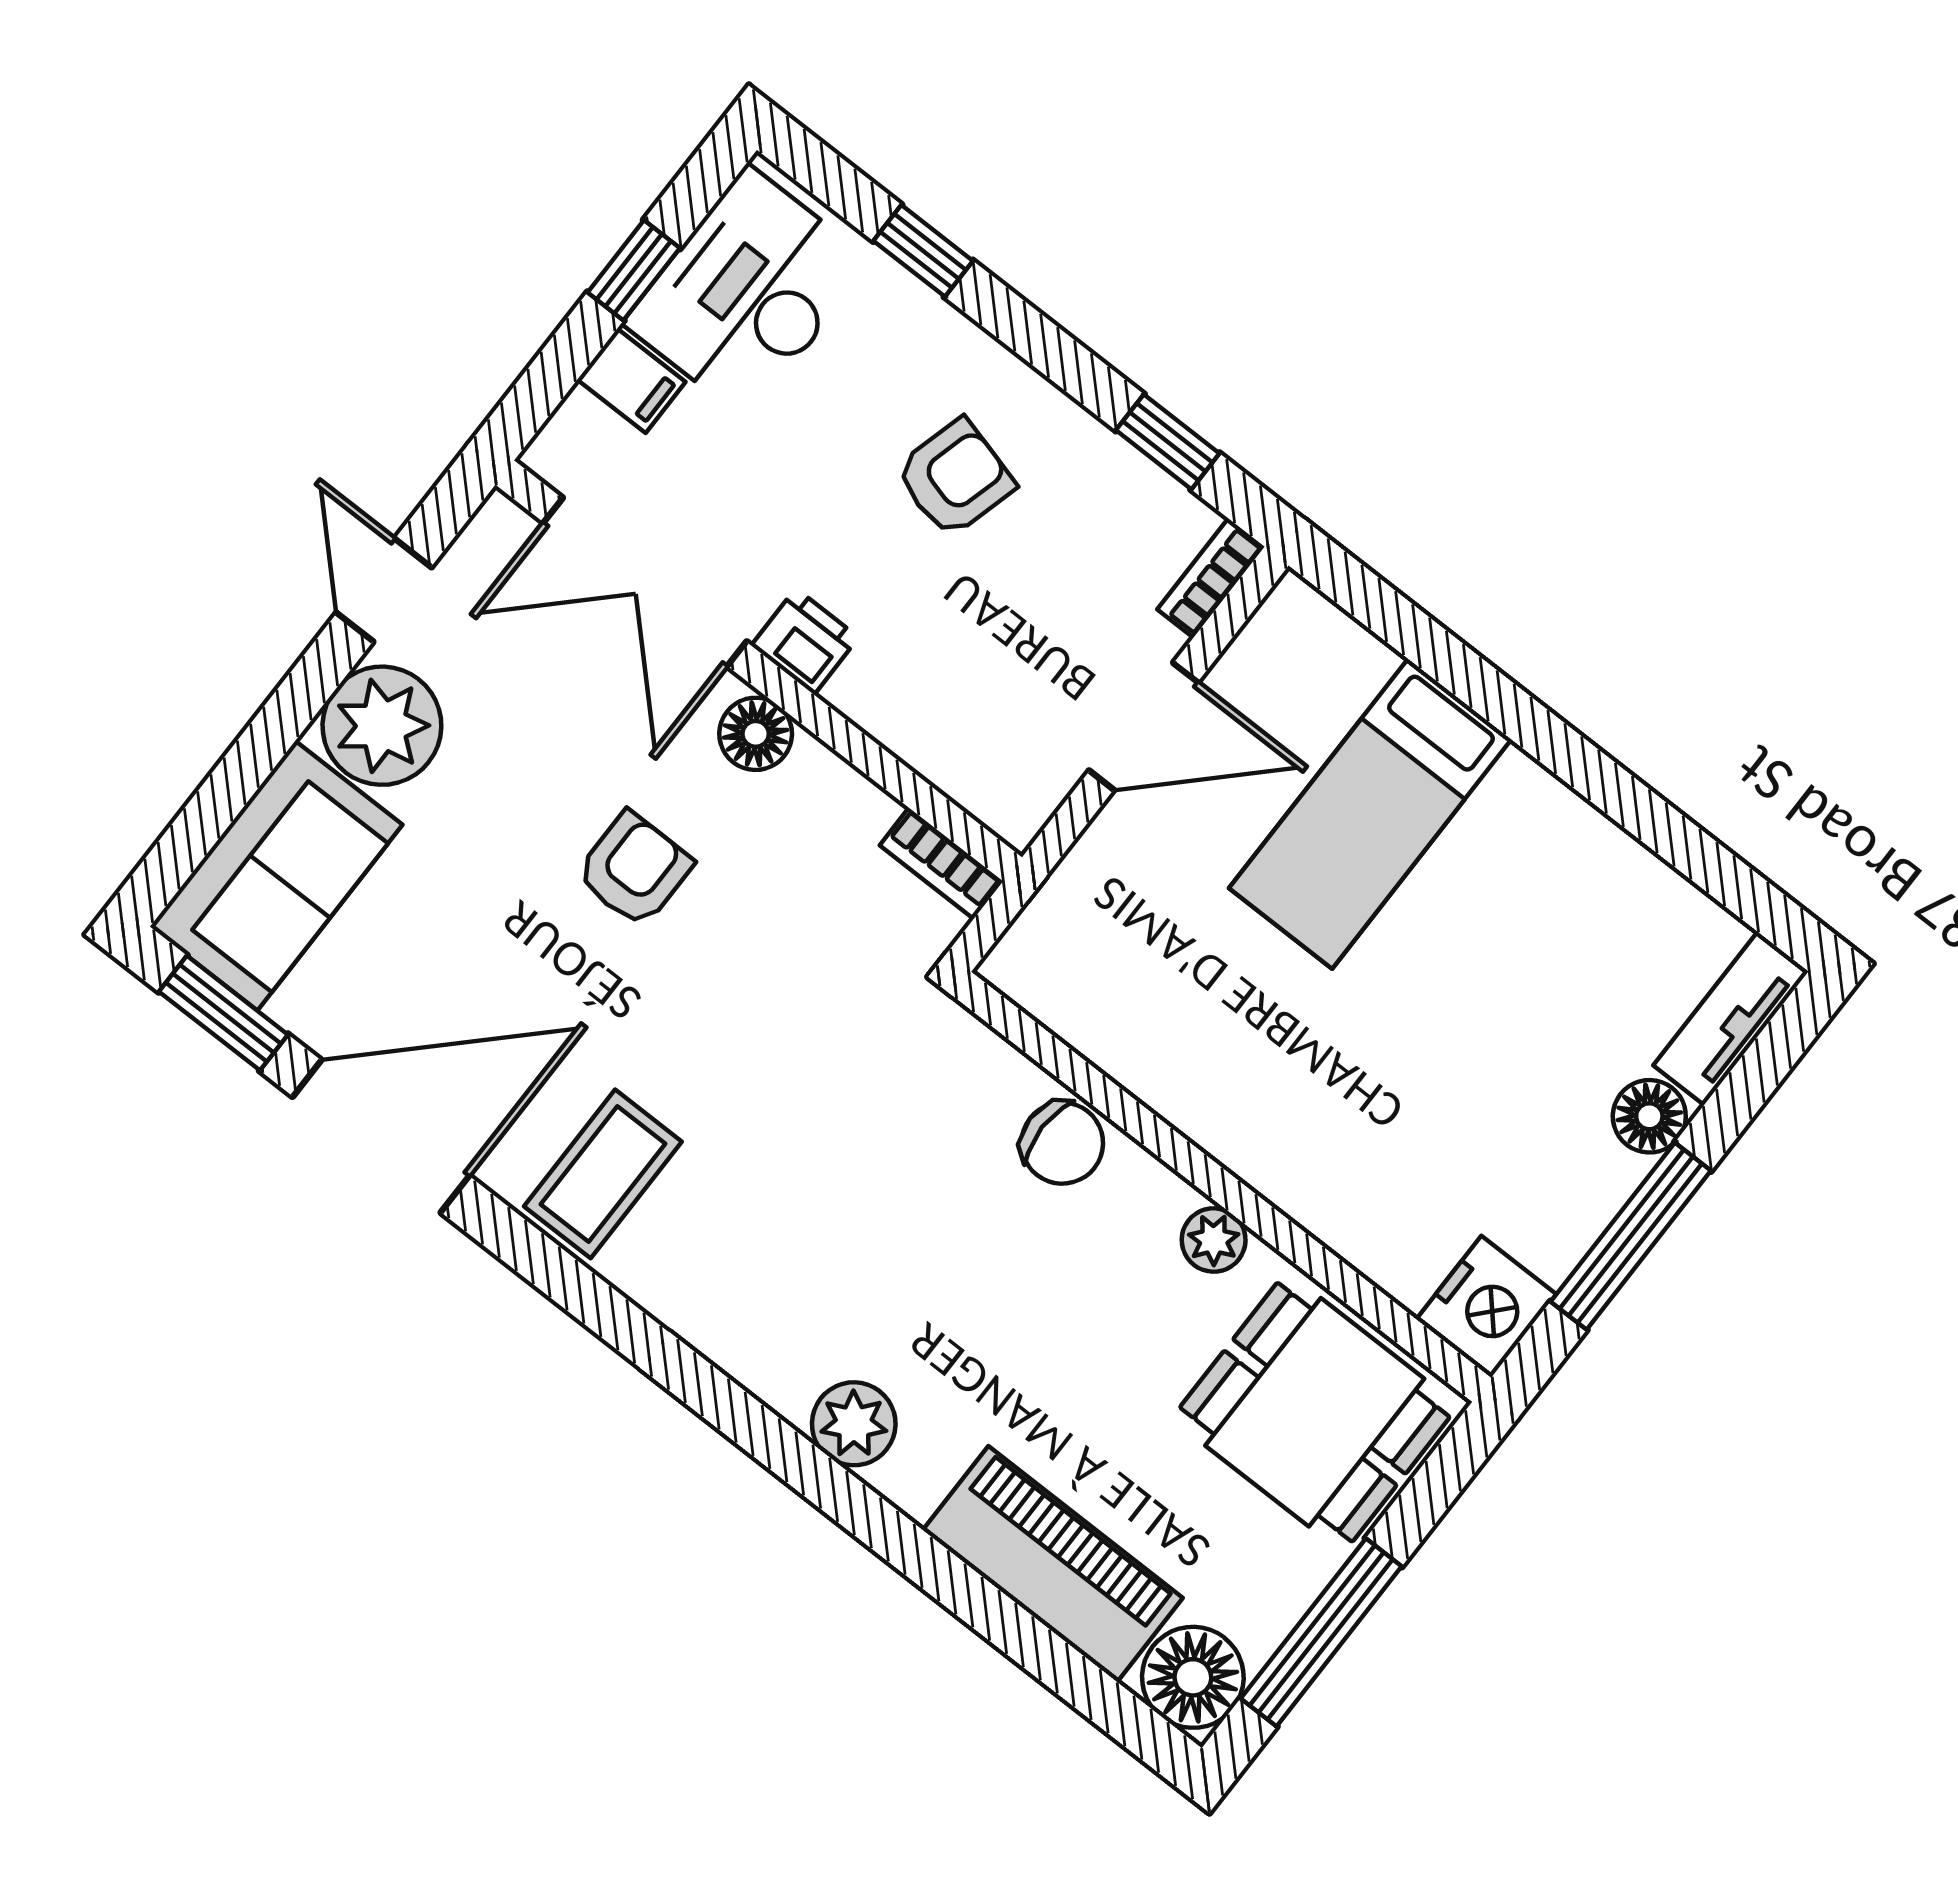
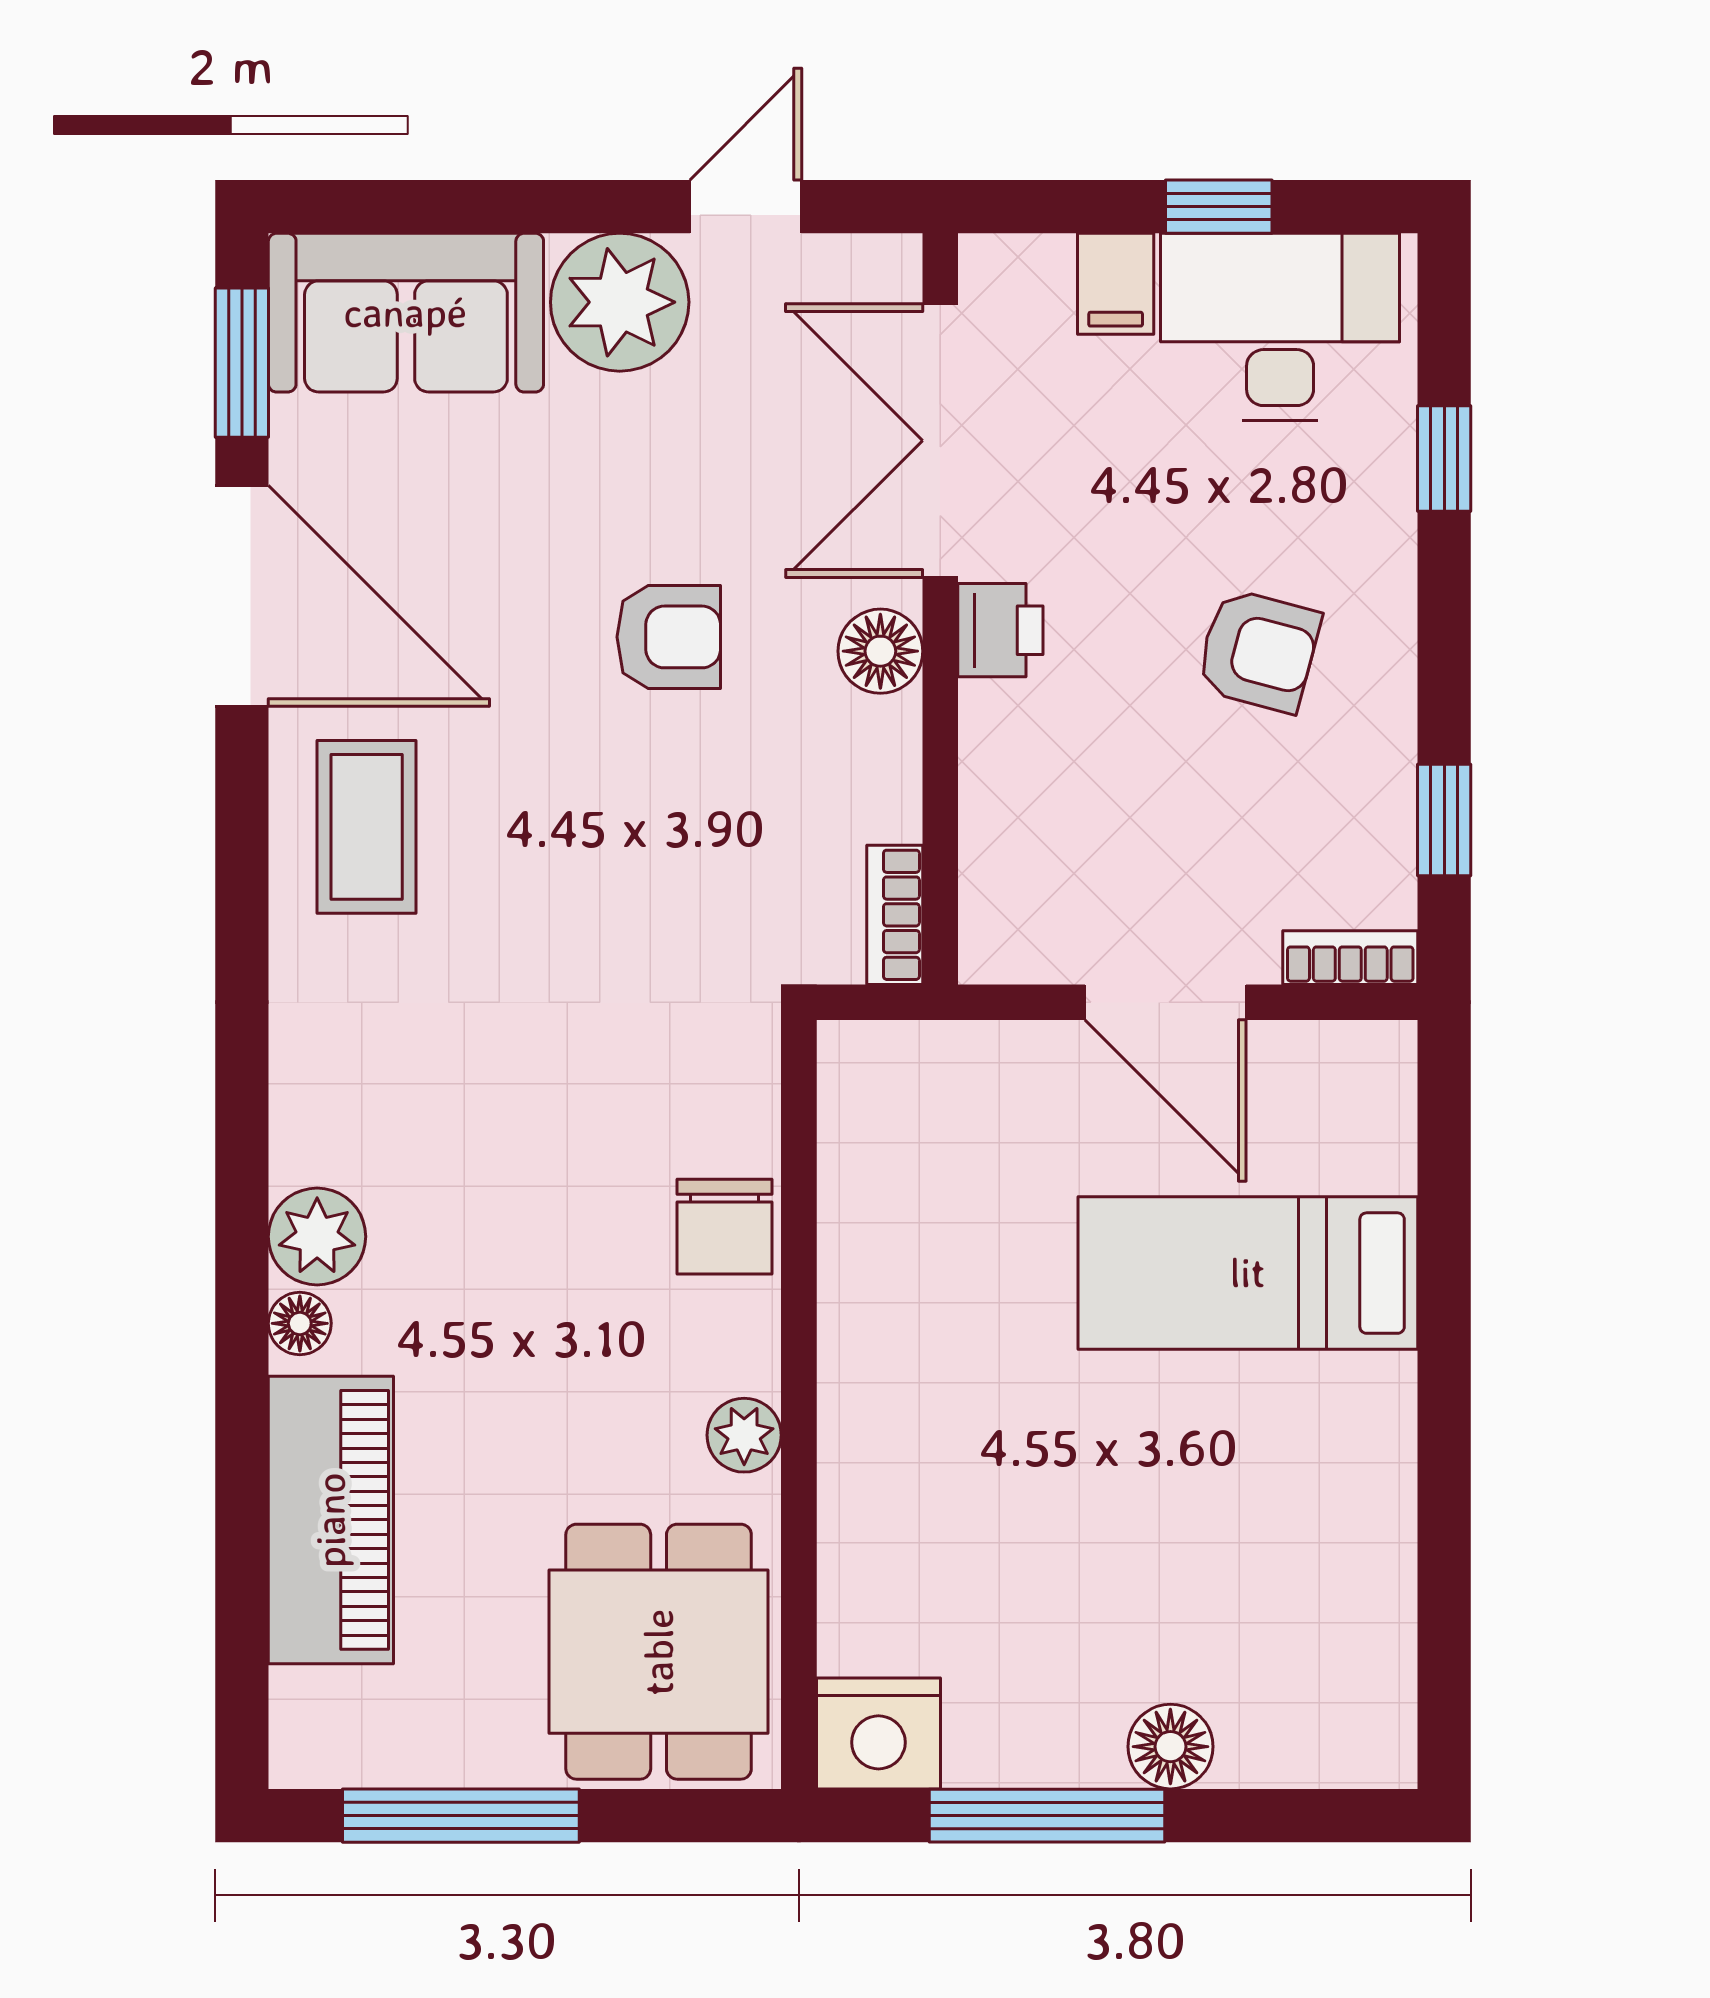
tv unit: (1731, 1018) -> (1319, 1751), removed
coffee table: (603, 1174) -> (367, 827), turned 90
floor lamp: (1193, 1677) -> (300, 1323), moved, width x0.53, depth x0.53

